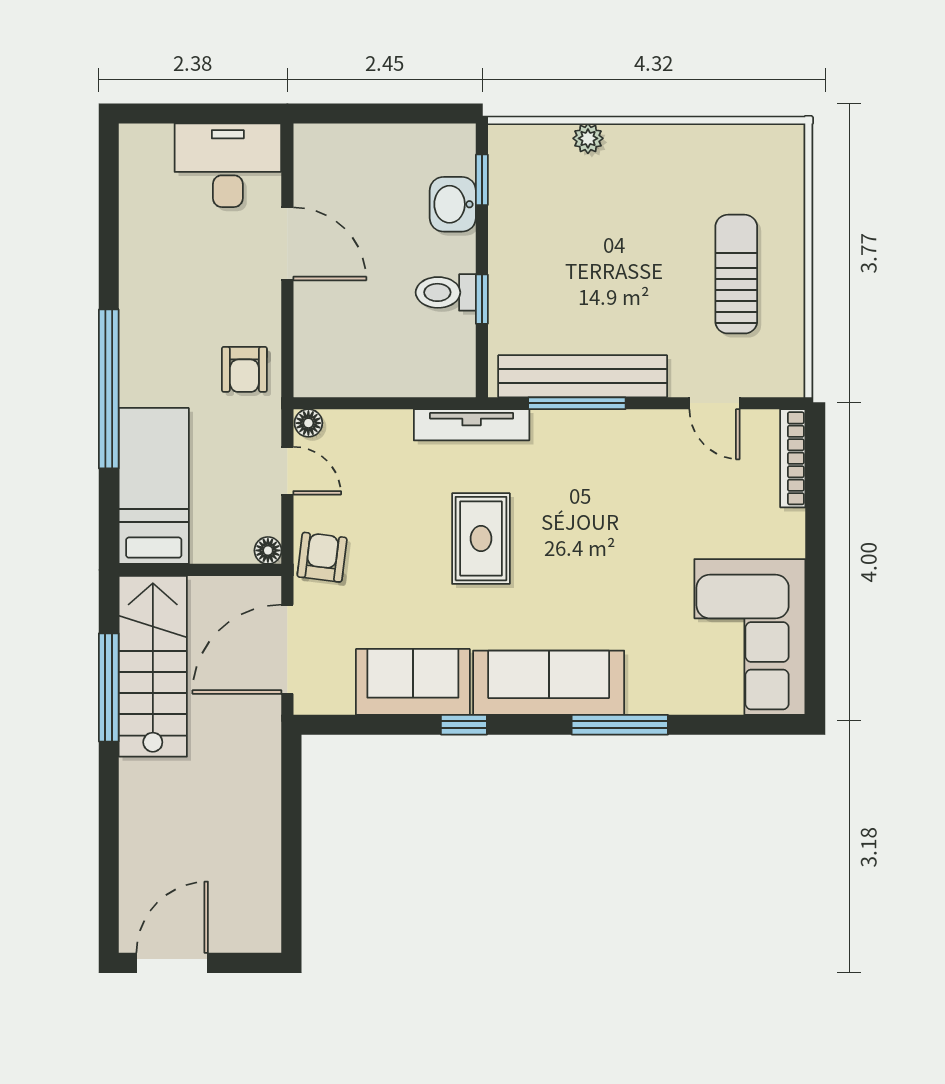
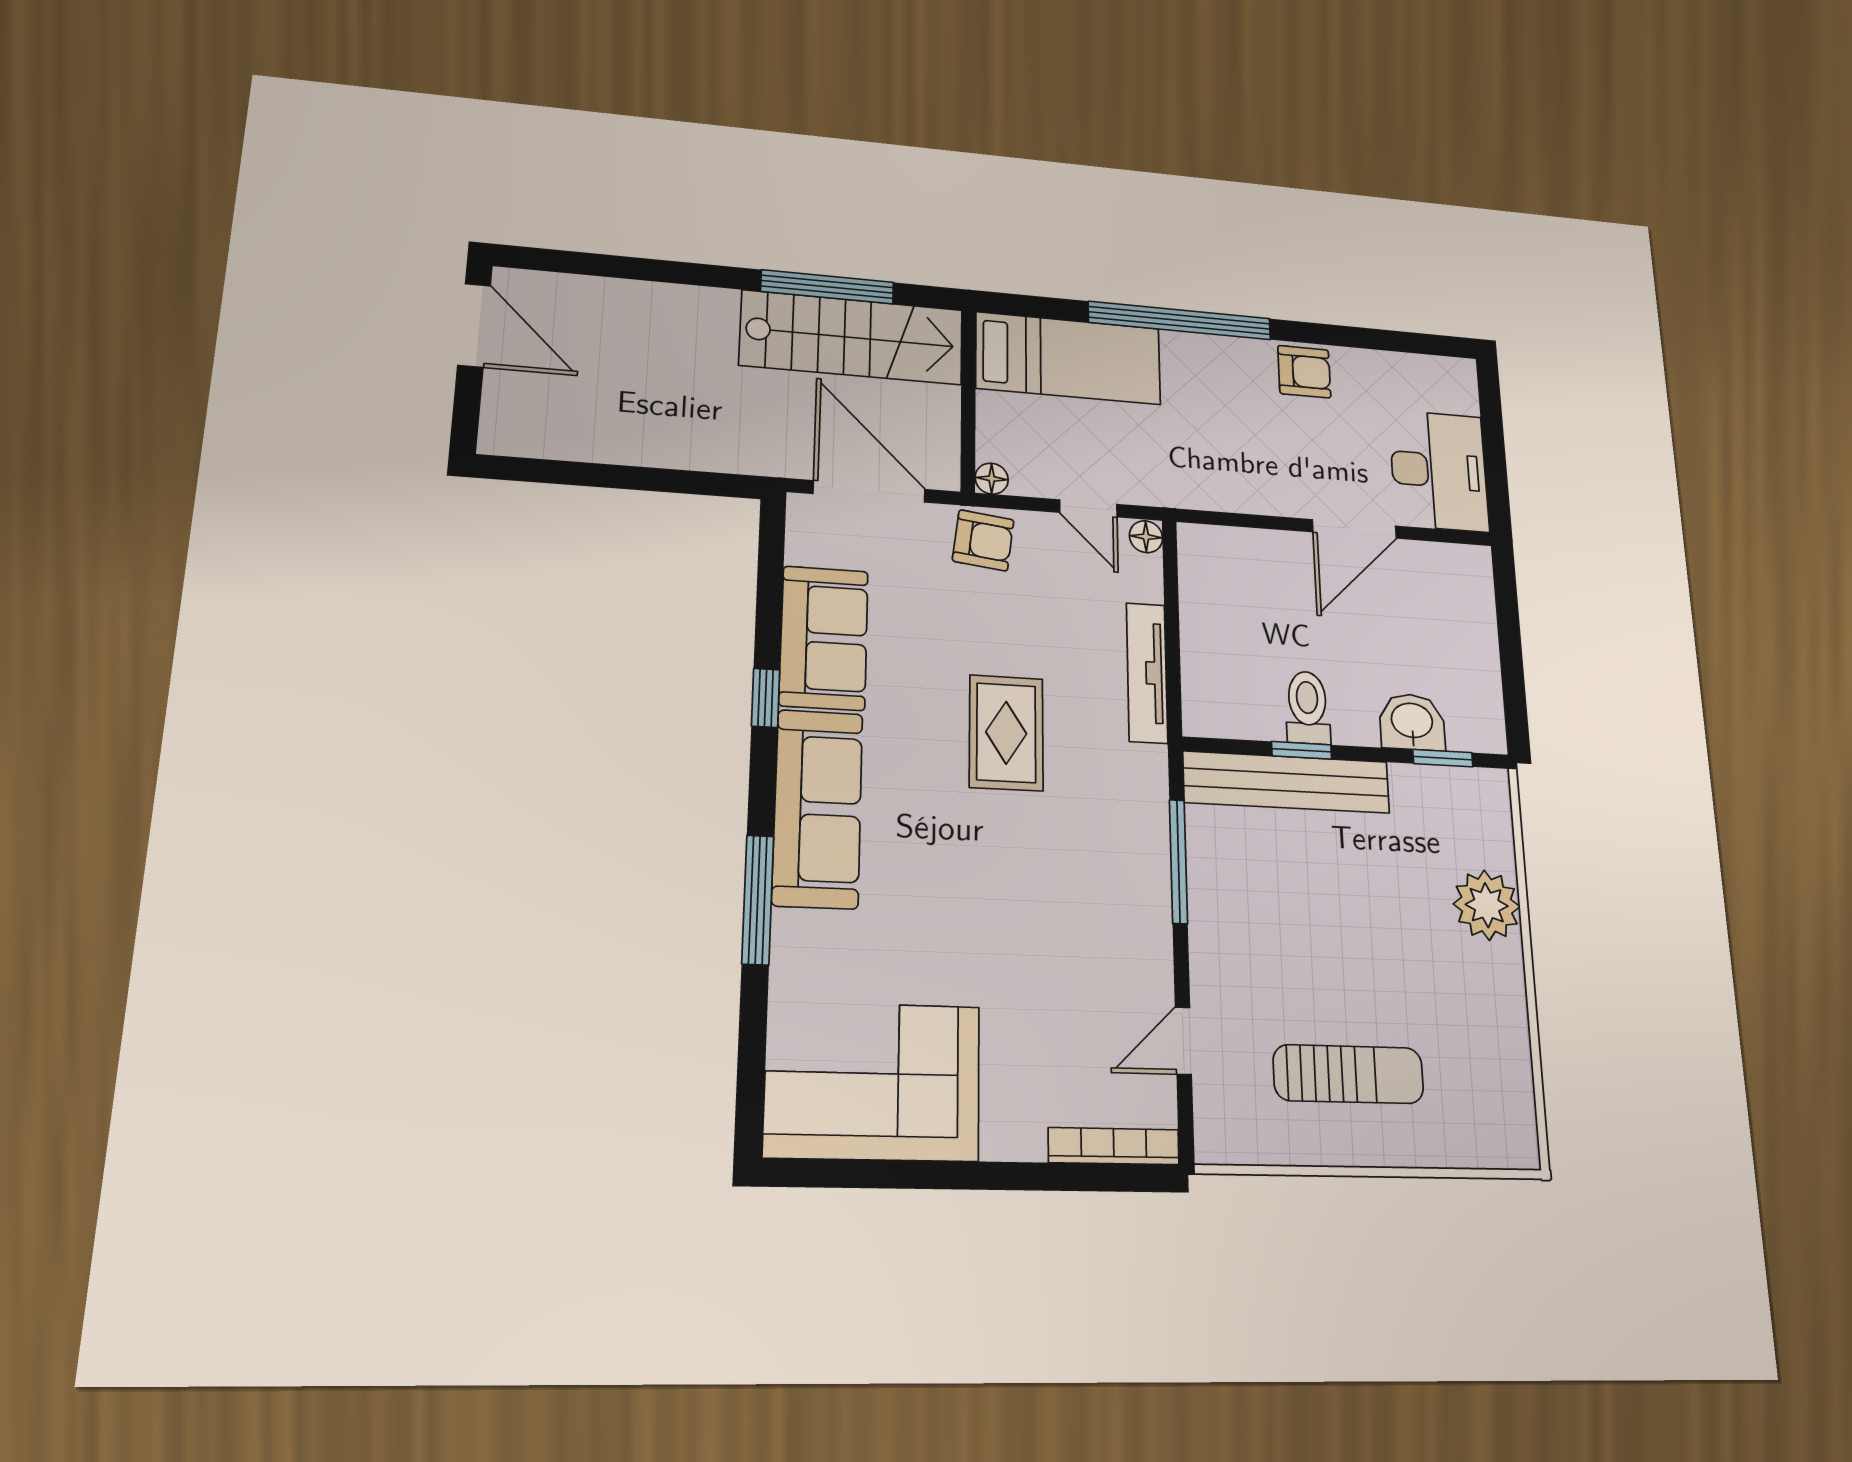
plant: (588, 138) -> (1487, 905), width x1.87, depth x1.87
armchair: (244, 369) -> (1304, 372), moved, turned 180
bench: (583, 376) -> (1287, 782), moved, turned 90
tv unit: (472, 425) -> (1147, 673), moved
door: (287, 471) -> (1088, 508), hinge flipped
rug: (481, 539) -> (1006, 733), turned 90

